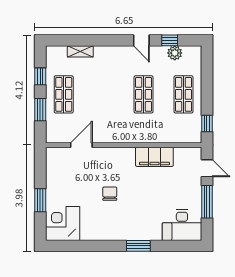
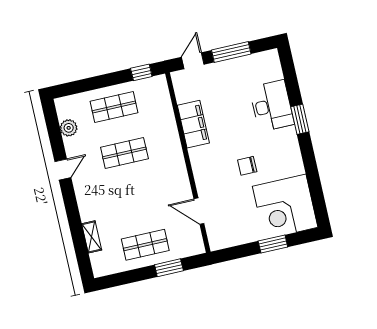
window: (170, 40) -> (56, 137), removed
window: (40, 76) -> (131, 276), removed
corner desk: (63, 223) -> (285, 207), width x1.36, depth x1.36
desk: (182, 225) -> (272, 106), moved

